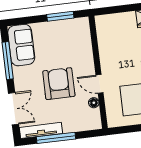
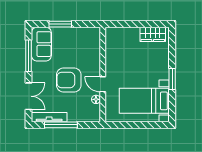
window: (60, 16) -> (60, 24), moved
armchair: (59, 84) -> (69, 80), turned -90

